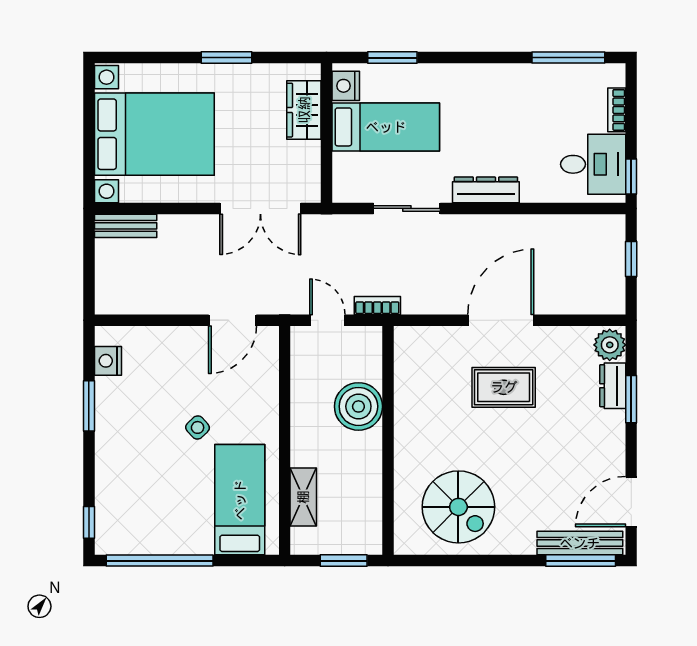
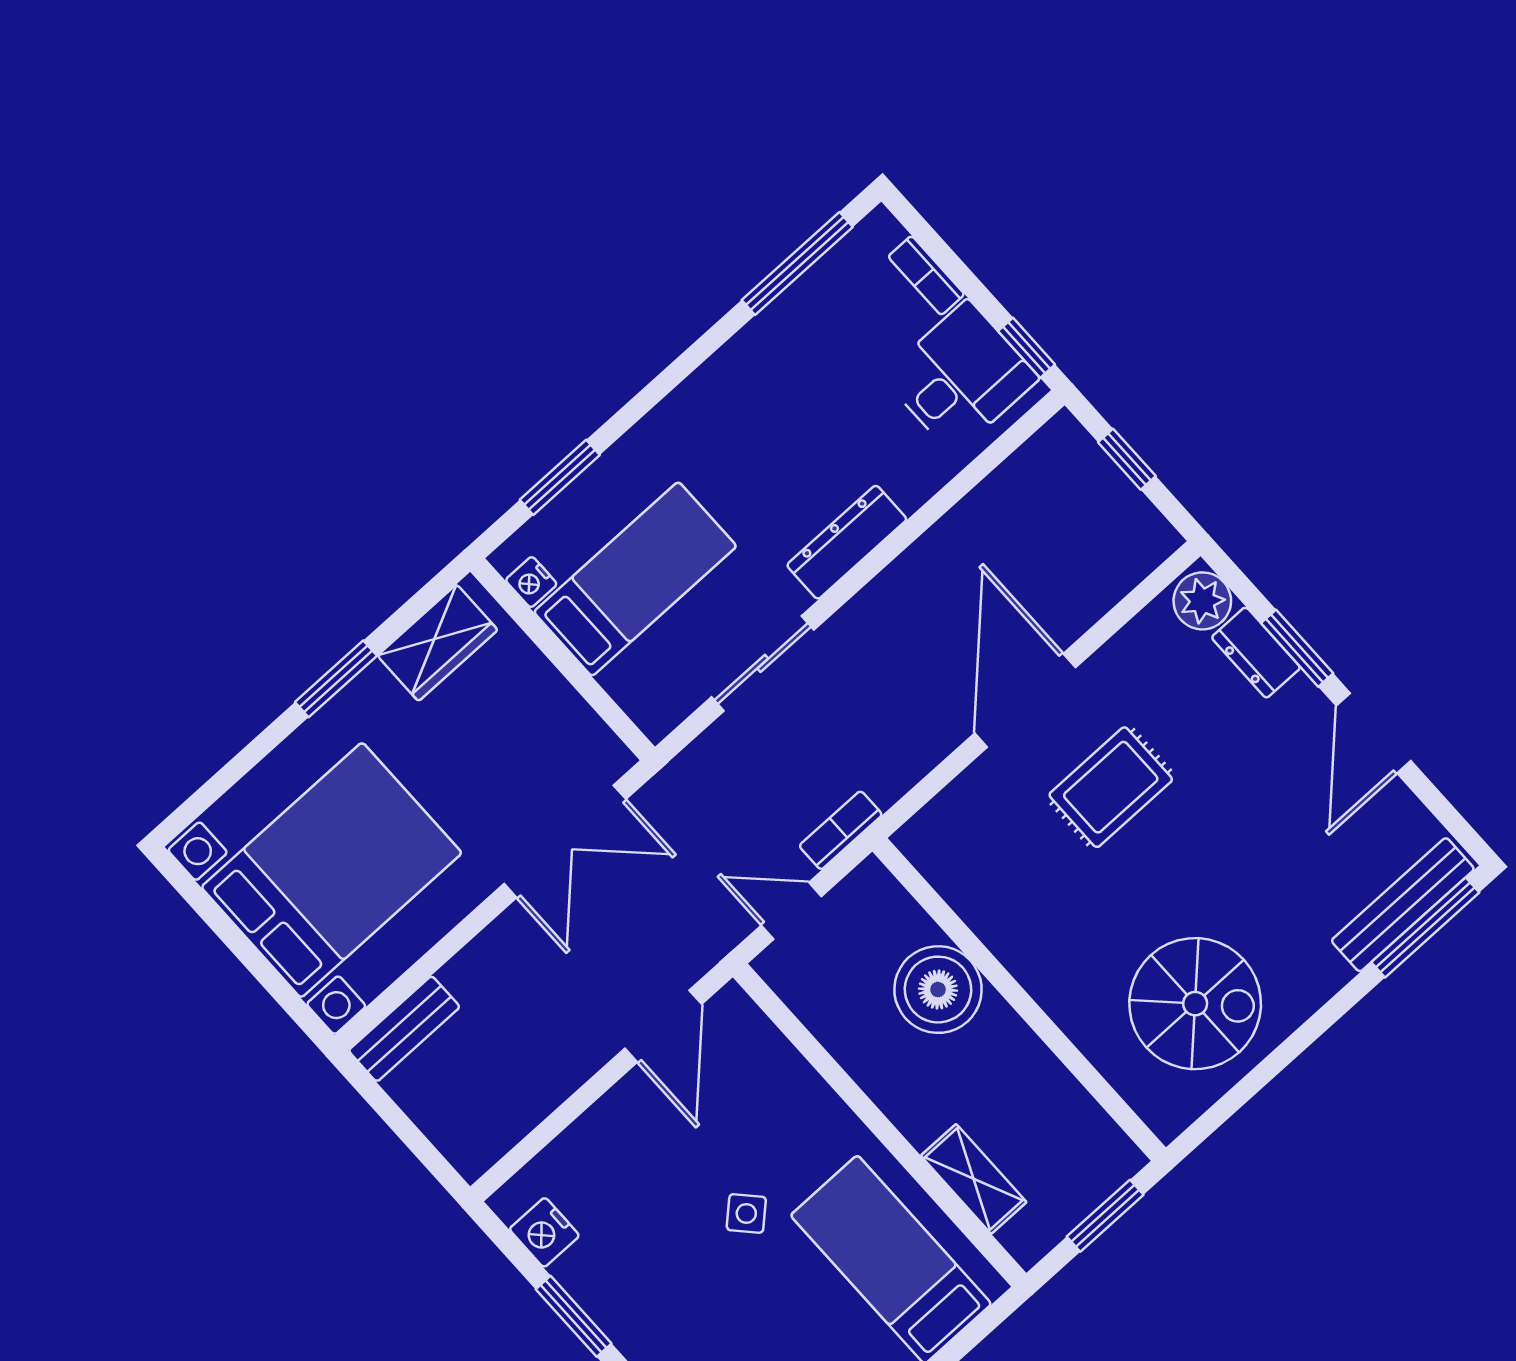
nightstand: (346, 86) -> (531, 582), width x0.72, depth x0.74
wardrobe: (304, 110) -> (438, 643), moved, turned -90
door: (631, 502) -> (1374, 733), moved

